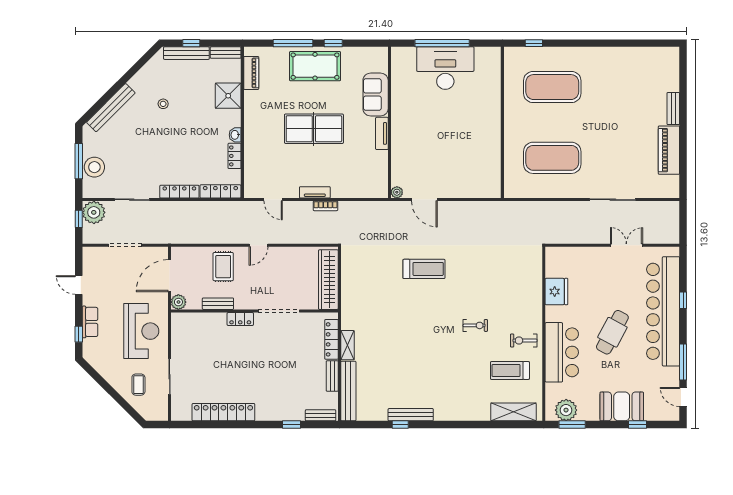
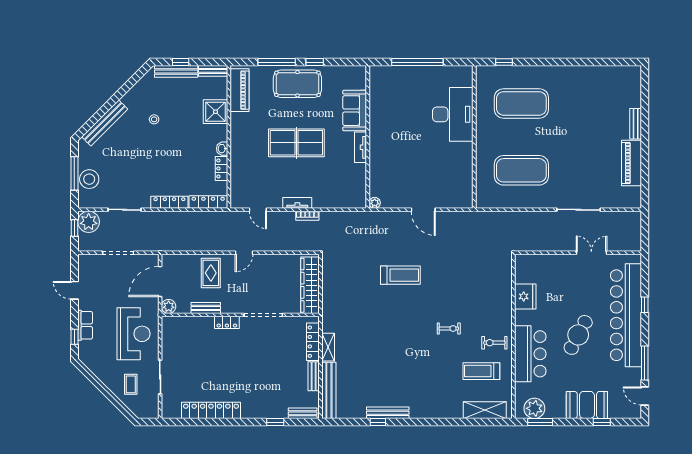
desk: (445, 68) -> (453, 114), moved, turned 90
piano: (251, 73) -> (240, 90), width x1.37, depth x1.33
door: (424, 200) -> (423, 210), moved

